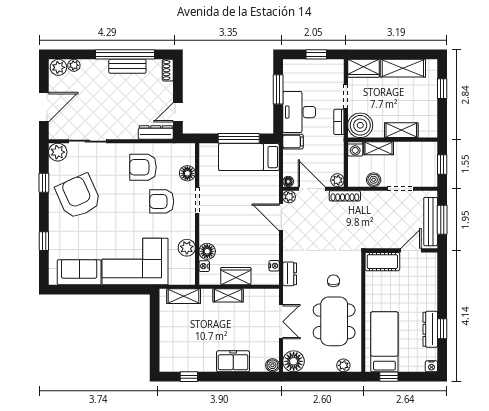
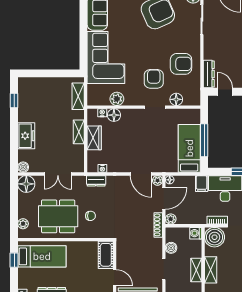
shelving: (379, 148) -> (196, 270), moved
armchair: (143, 167) -> (181, 64), turned 90
door: (281, 217) -> (141, 174), swing flipped

